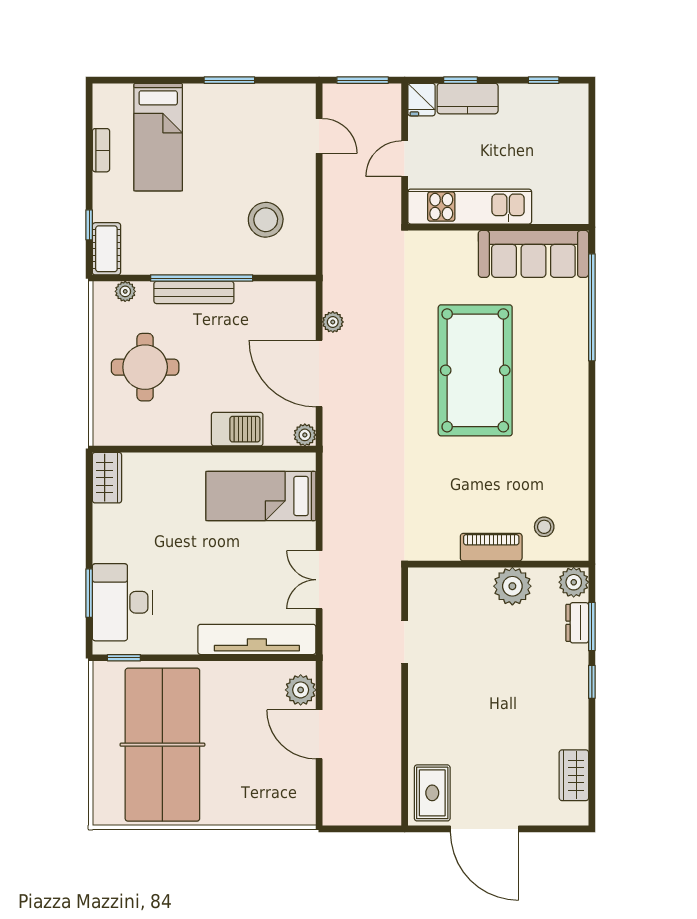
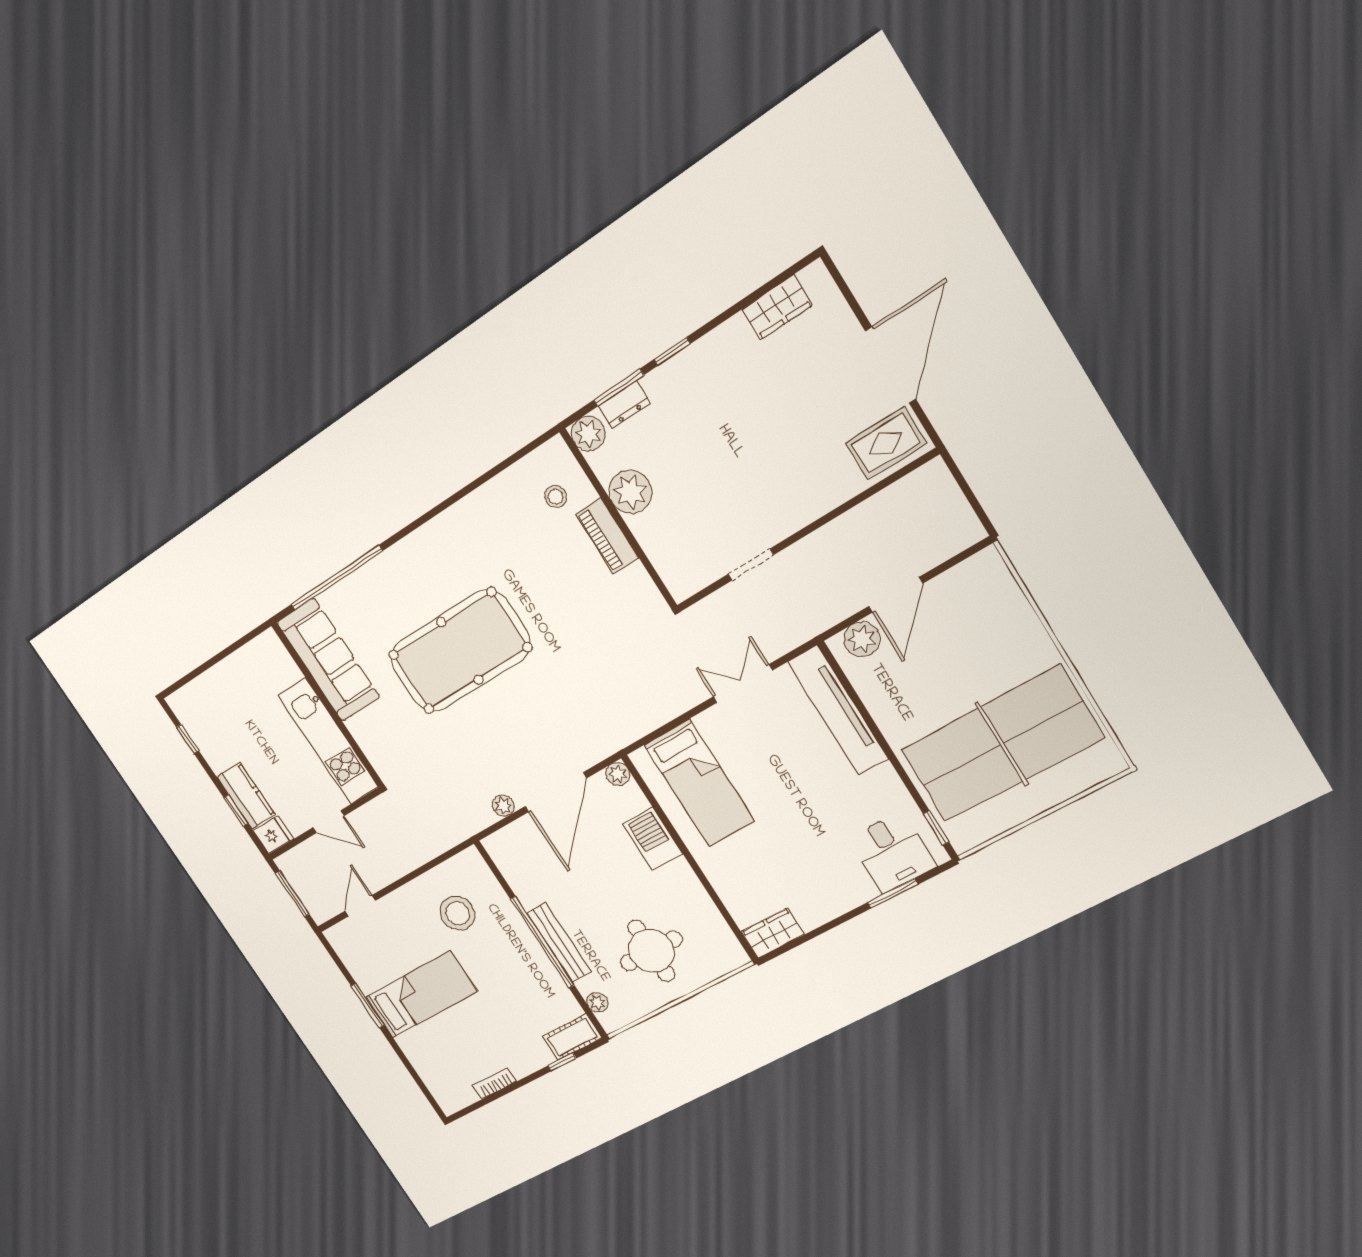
bed: (158, 137) -> (421, 995), moved
double door: (319, 580) -> (743, 684), swing flipped
desk: (123, 602) -> (892, 852), width x0.73

